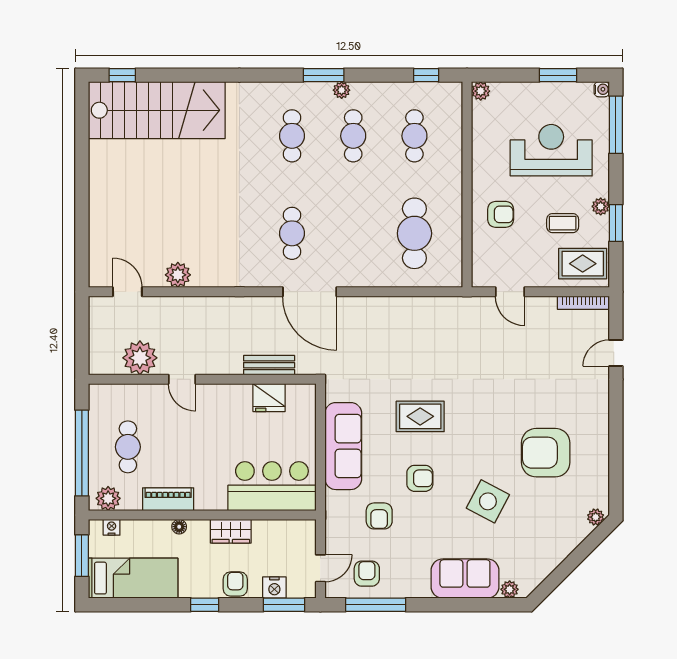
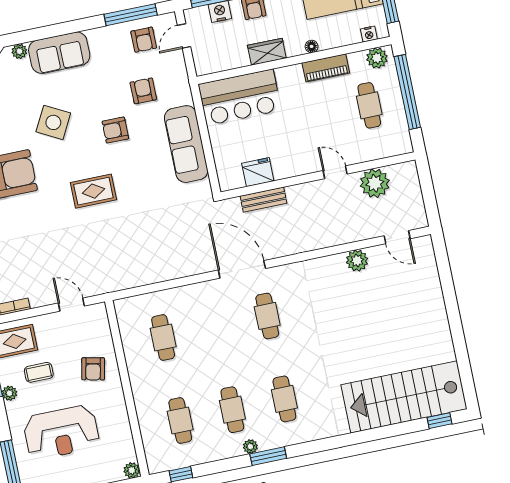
armchair: (501, 214) -> (93, 369), turned -78
cafe table: (414, 233) -> (163, 338), width x0.73, depth x0.74
rug: (420, 416) -> (93, 191), moved

